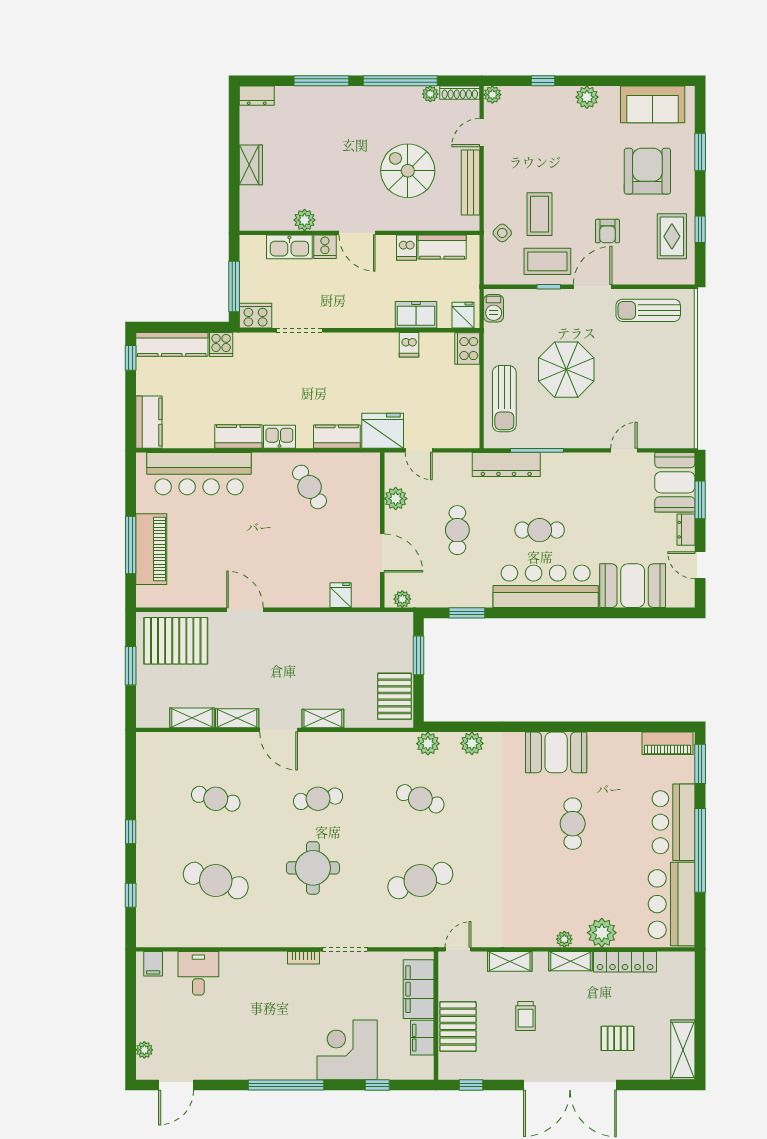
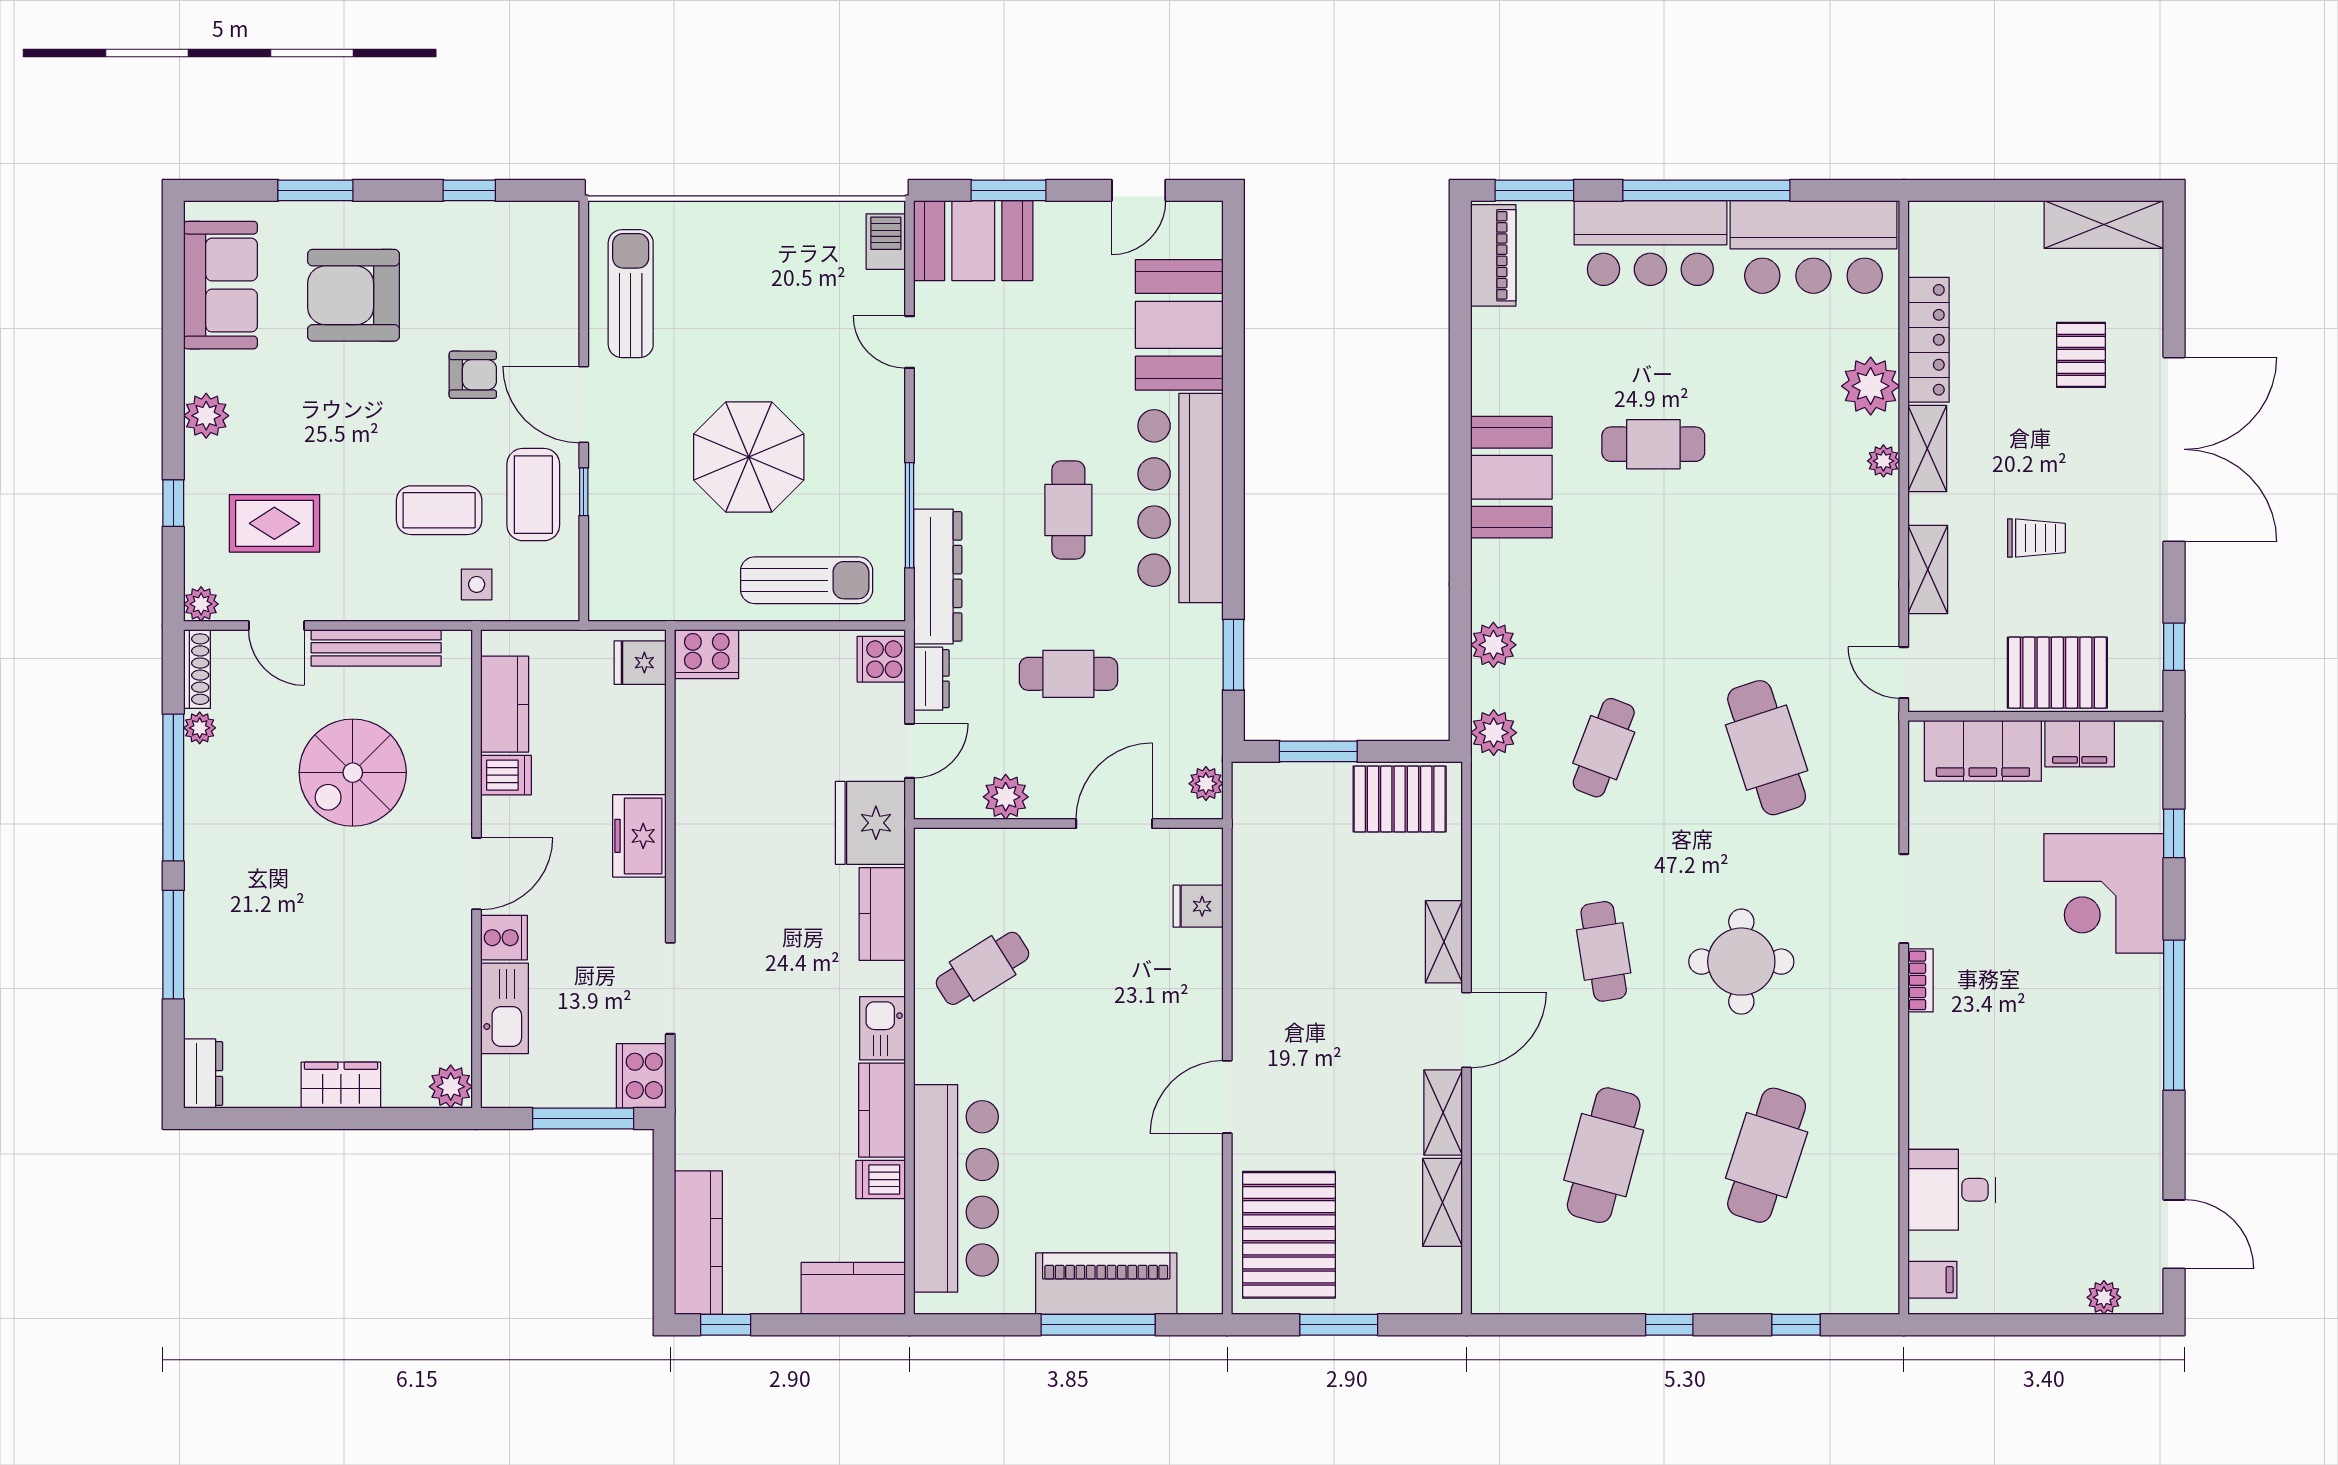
plant: (305, 220) -> (451, 1087), moved
side table: (502, 233) -> (477, 584), turned 45
rug: (672, 236) -> (274, 523), moved
barbecue: (494, 308) -> (886, 242), moved, turned -90
sun lounger: (648, 310) -> (631, 294), turned 180
freezer: (416, 315) -> (639, 836), moved
cooker: (221, 344) -> (881, 659), moved, turned 180
dishwasher: (409, 345) -> (881, 1180), moved, turned 180
dresser: (686, 530) -> (931, 679), moved, turned -90
cafe table: (216, 799) -> (1604, 1155), width x1.37, depth x1.35

